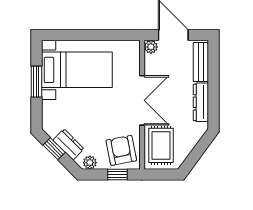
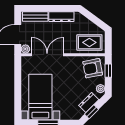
double door: (142, 100) -> (47, 55), moved

